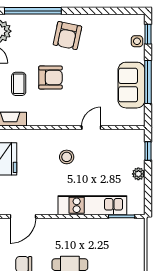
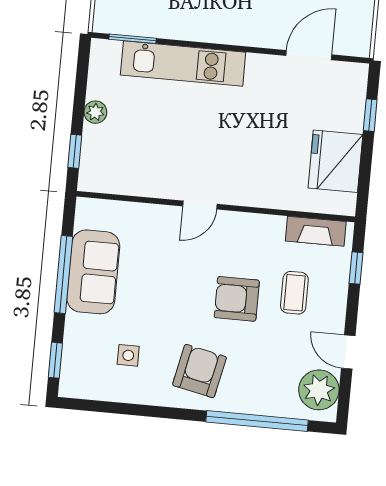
side table: (137, 41) -> (128, 355), moved
door: (91, 128) -> (200, 205), moved
stool: (67, 157) -> (221, 154), removed

